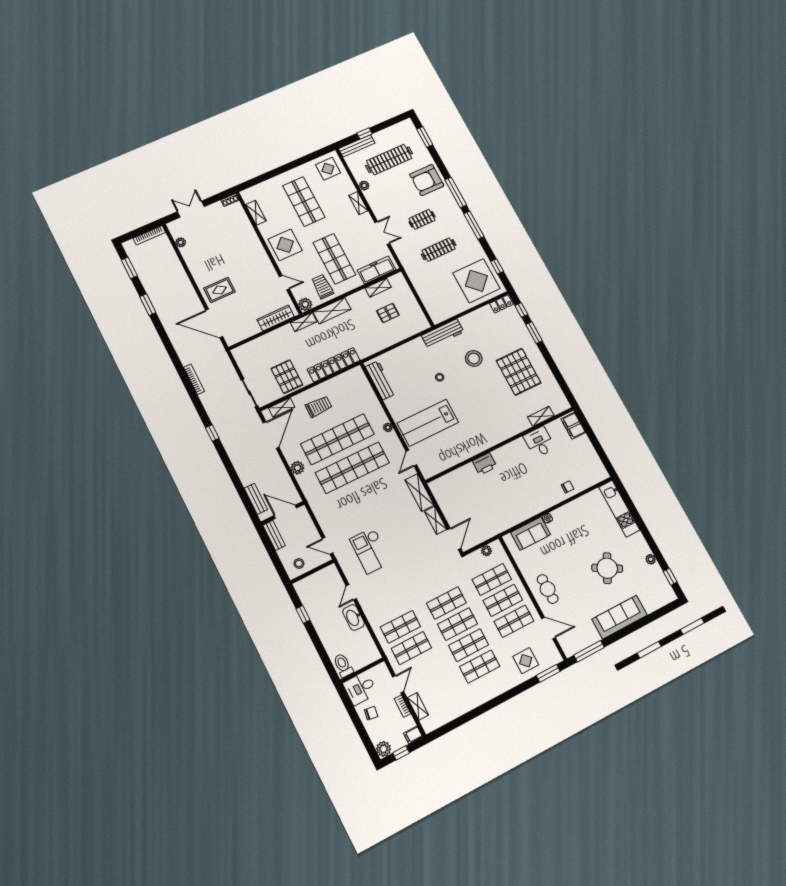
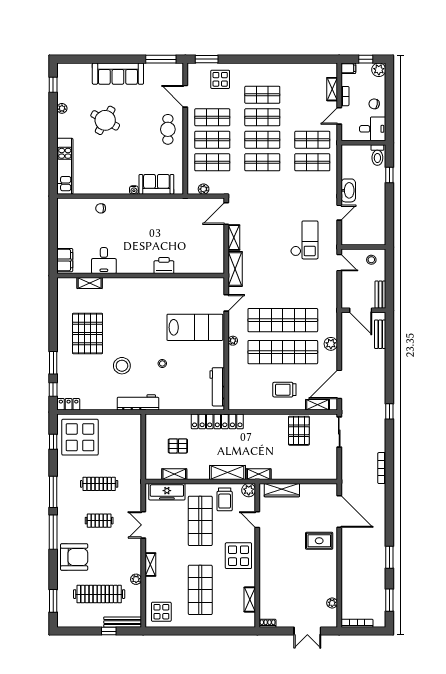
locker: (334, 365) -> (217, 421), moved
window: (303, 614) -> (389, 175), moved

